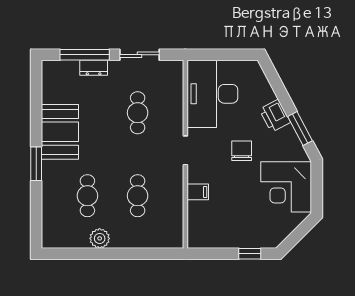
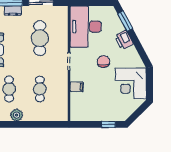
cafe table: (138, 113) -> (40, 38), width x1.37, depth x1.35
window: (300, 129) -> (125, 21), moved

